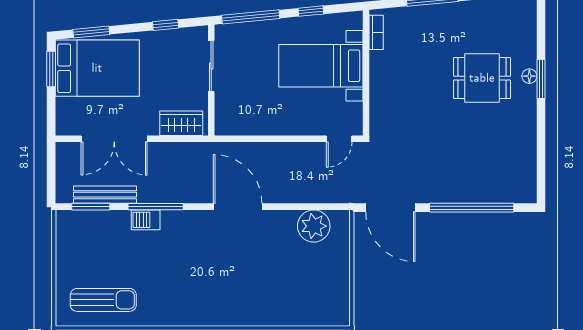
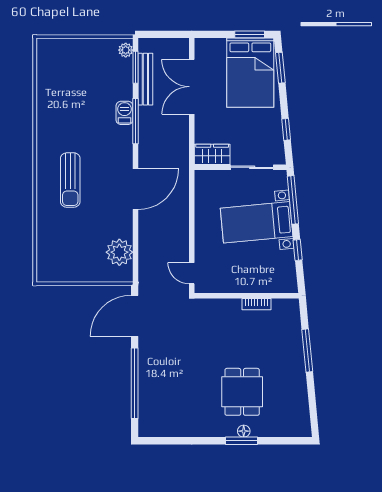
bookcase: (376, 32) -> (256, 304), moved
bed with nightstands: (321, 66) -> (257, 222), moved, turned -95
wardrobe: (181, 123) -> (212, 154), moved, turned -90
plant: (70, 219) -> (126, 50), added
sun lounger: (103, 300) -> (70, 180), moved

